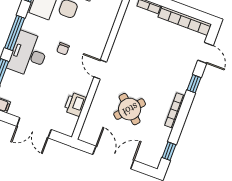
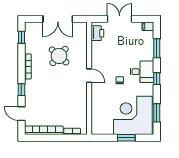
window: (15, 33) -> (157, 79), width x0.46
desk: (28, 54) -> (142, 72), width x0.73
printer: (75, 104) -> (97, 33), moved

